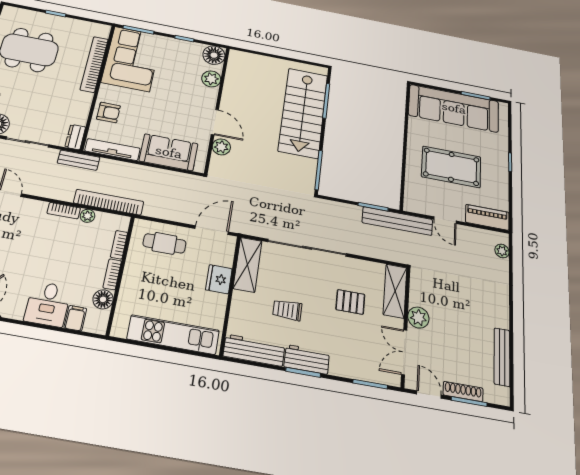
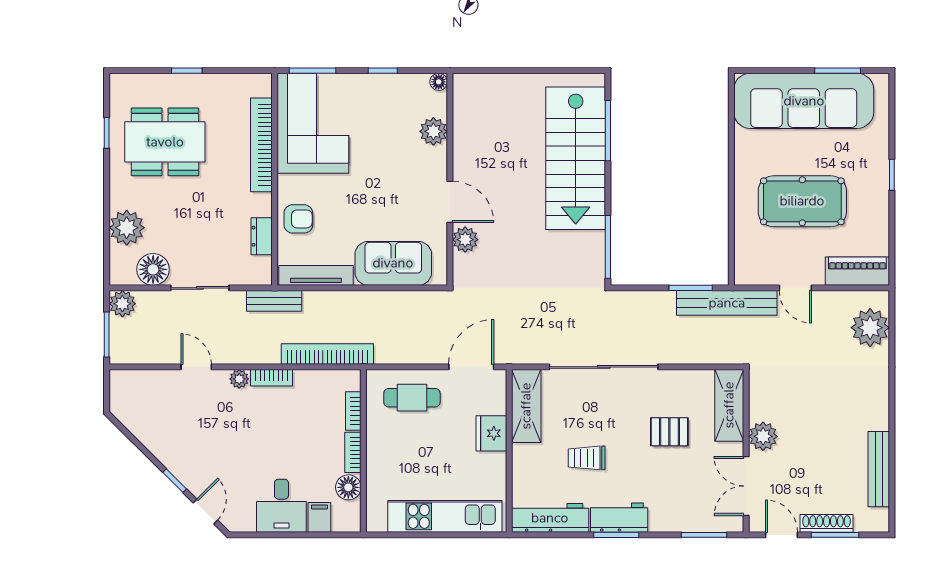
floor lamp: (214, 55) -> (439, 82), width x0.53, depth x0.53
dresser: (75, 137) -> (262, 236), moved
plant: (87, 216) -> (239, 379), moved
plant: (502, 251) -> (870, 328), width x1.87, depth x1.87

